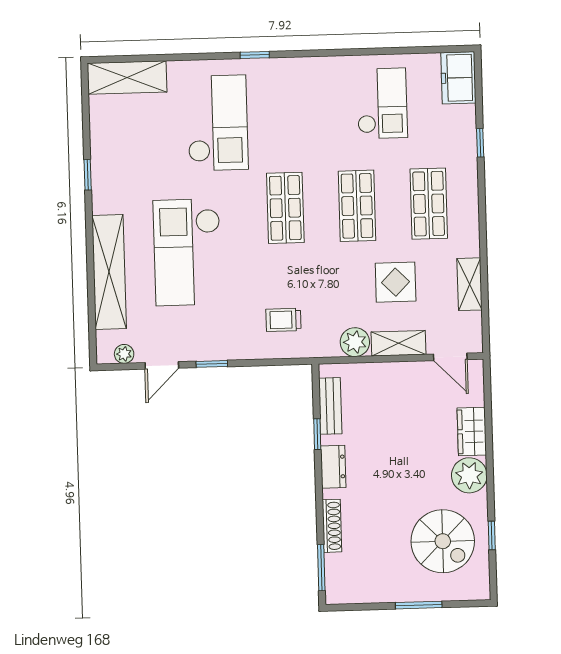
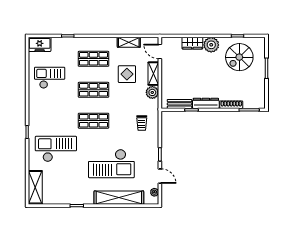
door: (450, 357) -> (160, 51), swing flipped
dresser: (333, 467) -> (206, 103), width x1.44
spiral stairs: (443, 541) -> (239, 57), turned 180

